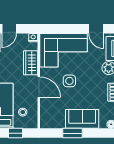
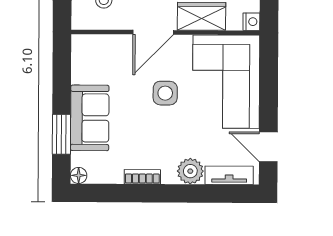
door: (96, 29) -> (268, 147), hinge flipped
window: (72, 133) -> (61, 134), moved

